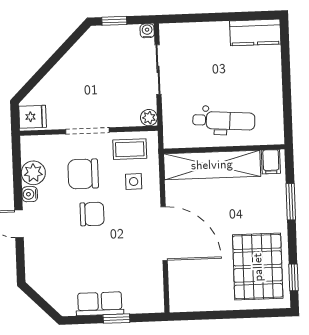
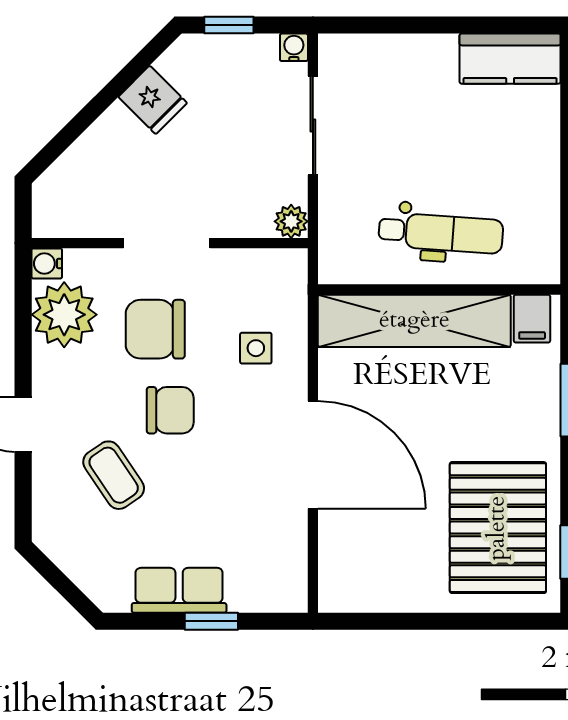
fridge: (33, 117) -> (153, 100), moved, turned 45
coffee table: (130, 149) -> (114, 475), moved, turned 56
plant: (33, 173) -> (64, 315), width x1.36, depth x1.36
water cooler: (30, 194) -> (47, 263), moved

